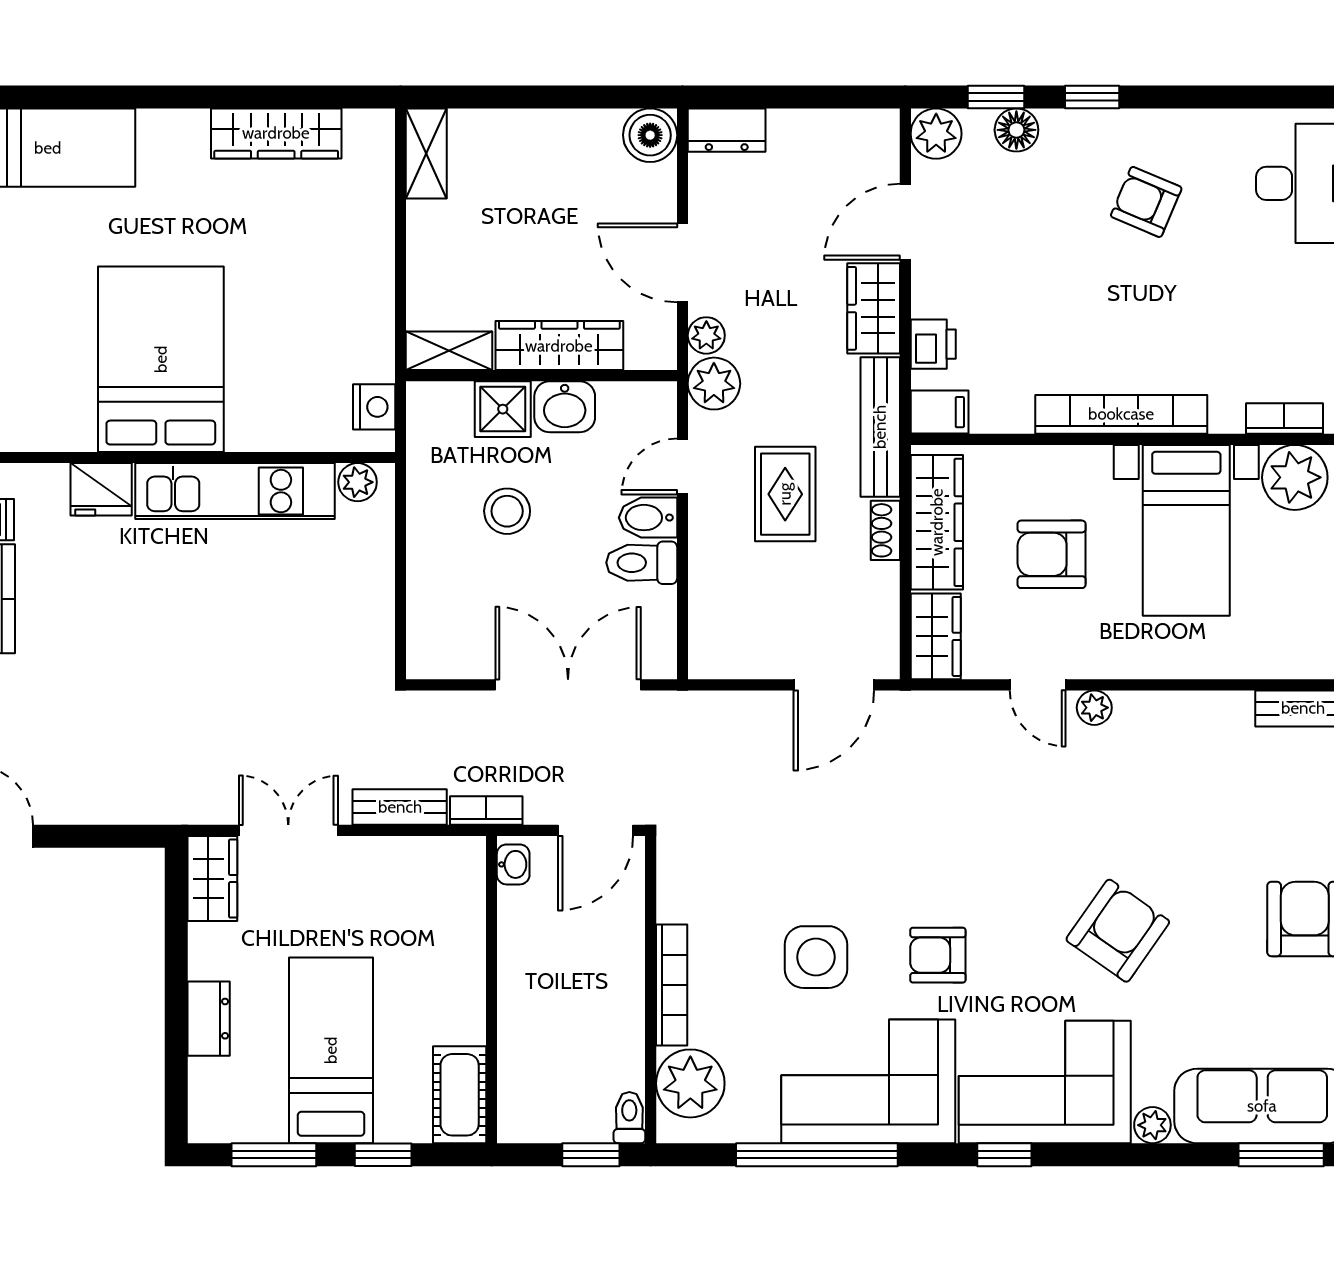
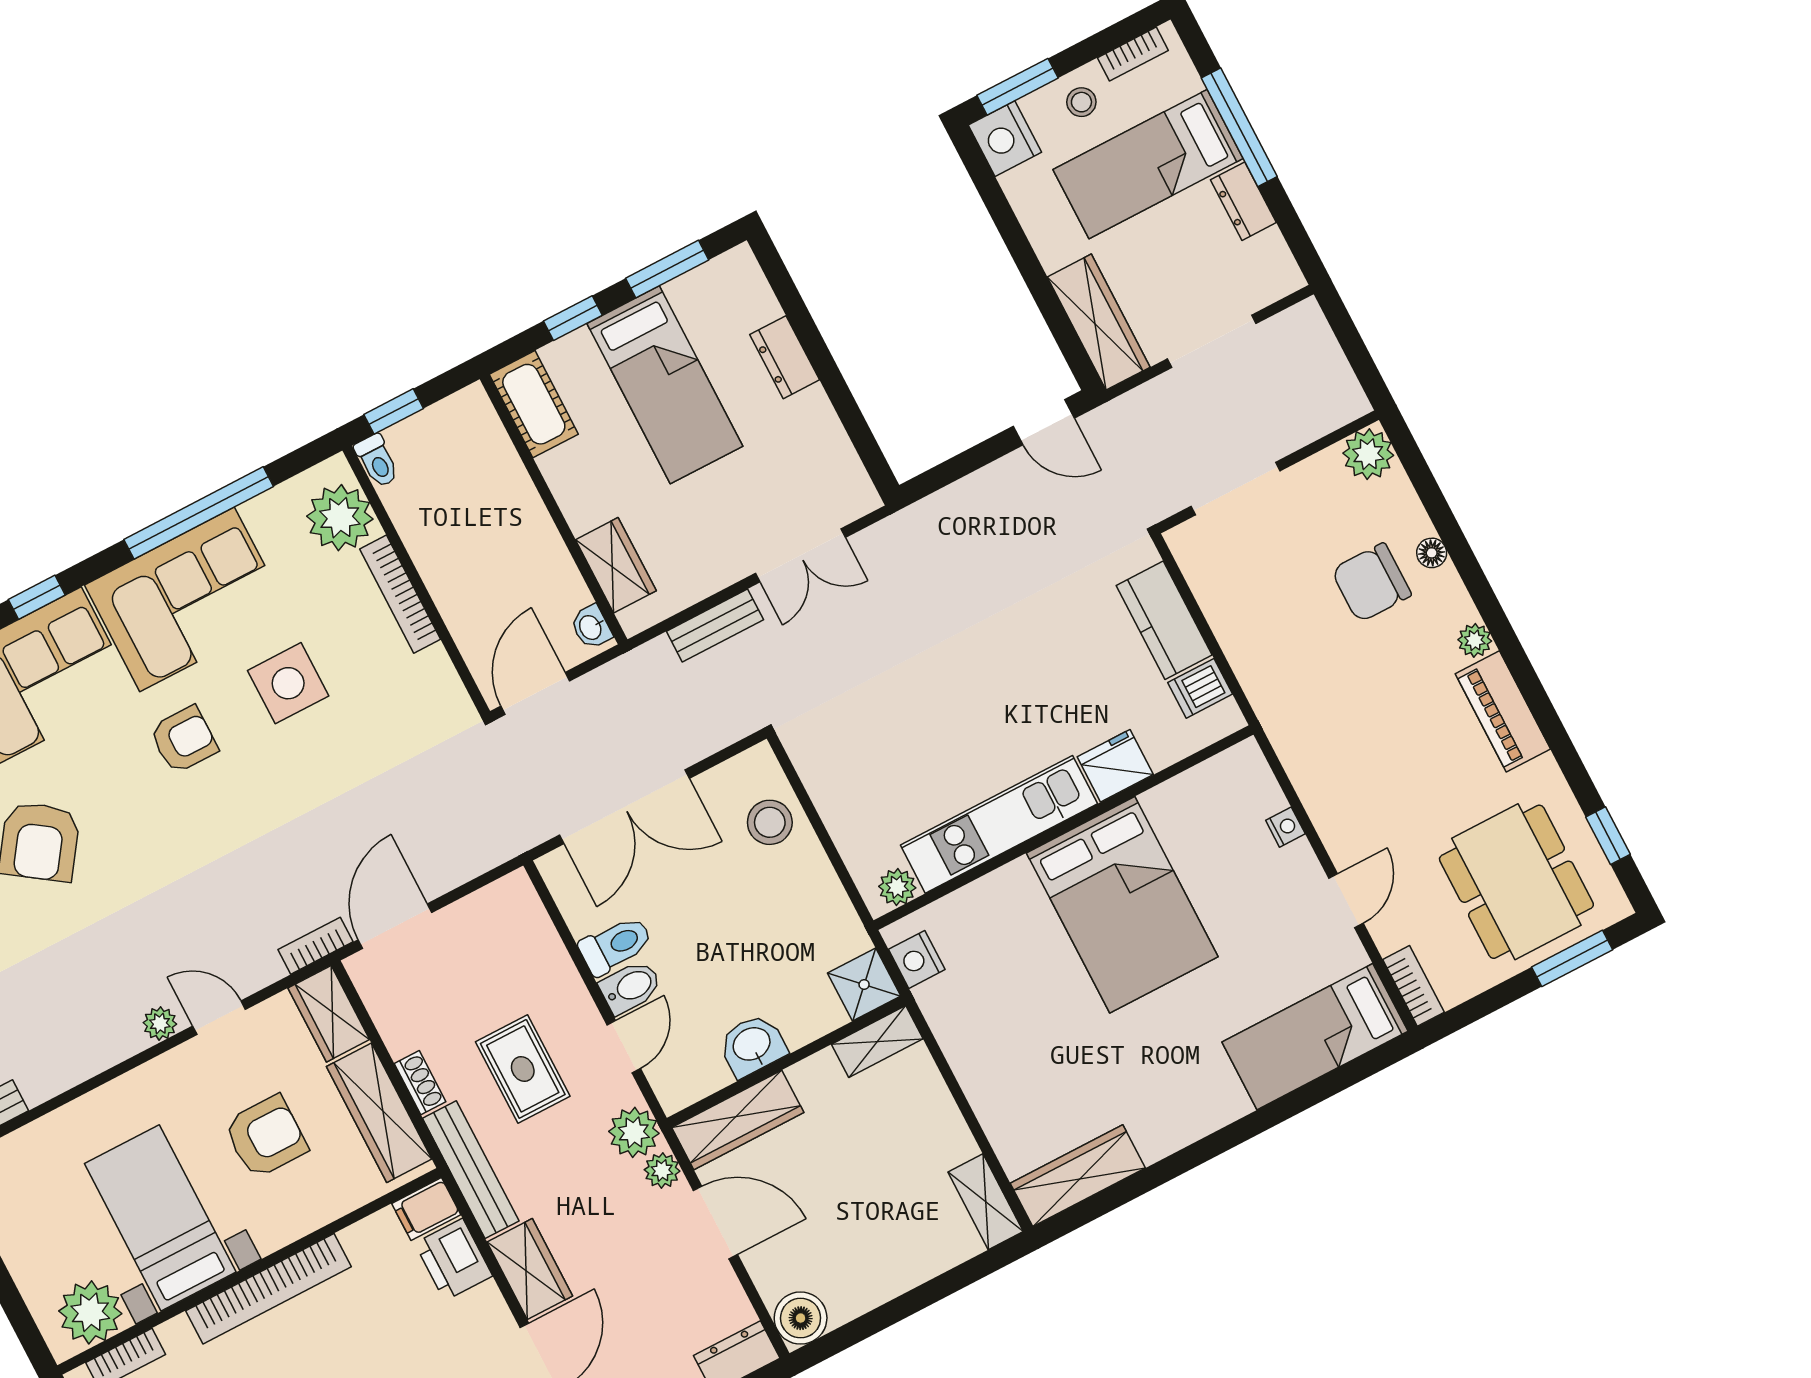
wardrobe: (276, 133) -> (1078, 1176), moved
printer: (933, 344) -> (454, 1260), width x1.36, depth x1.24
wardrobe: (559, 346) -> (738, 1120), moved
shower: (503, 409) -> (864, 984), moved
stool: (507, 511) -> (770, 822), moved
bookcase: (486, 811) -> (316, 946), moved, turned 180
wardrobe: (212, 879) -> (616, 565), moved, turned 180

